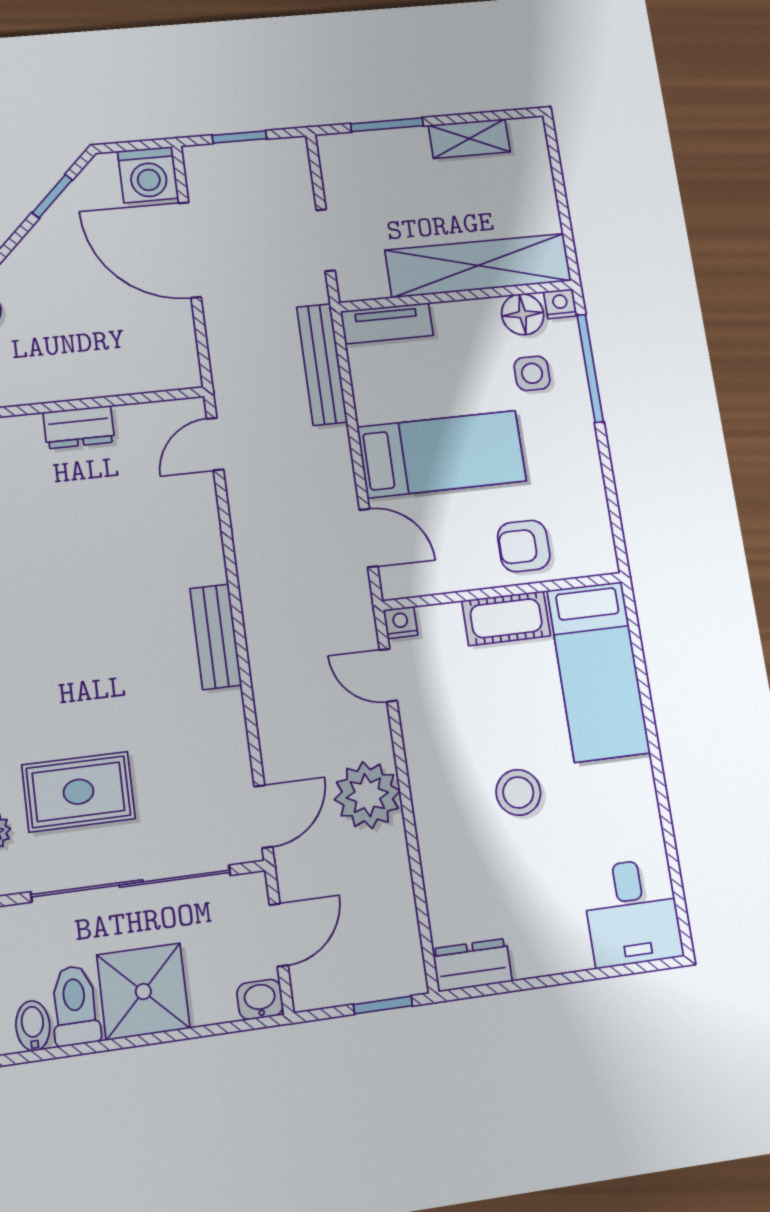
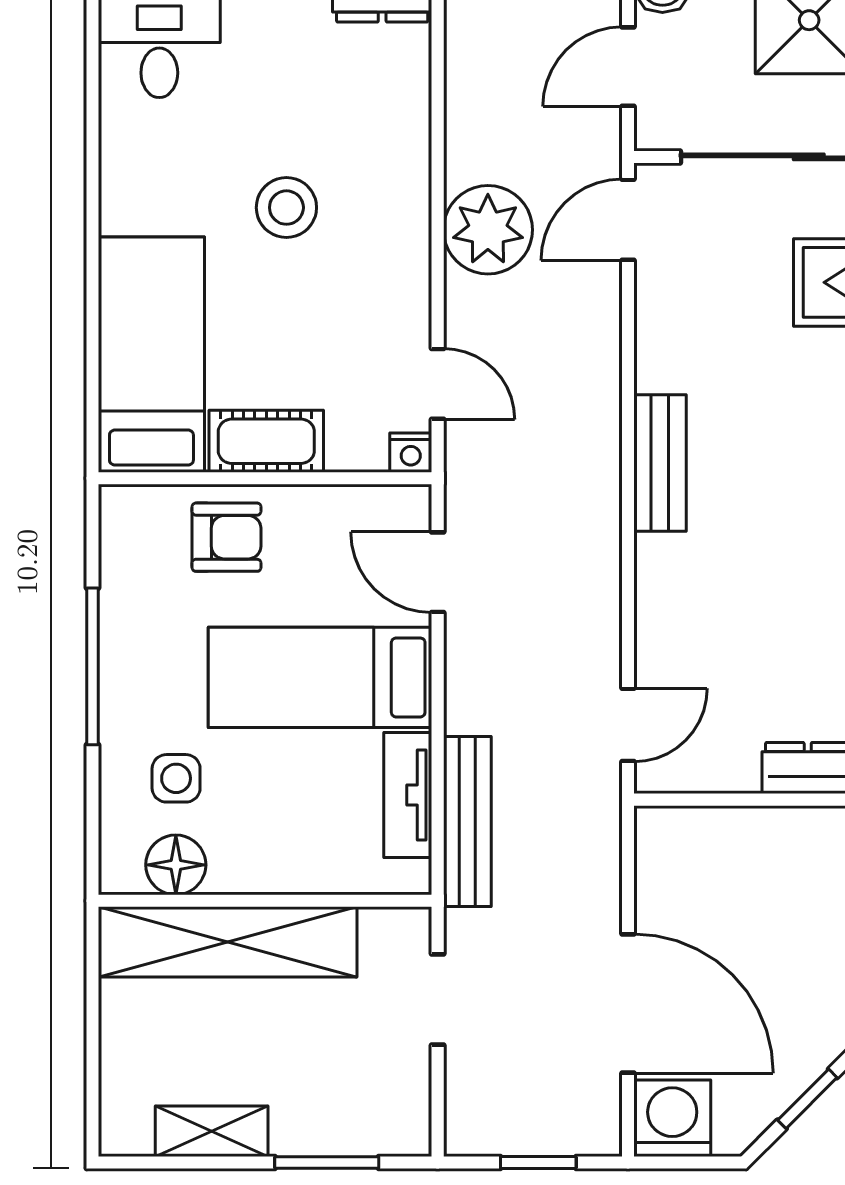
nightstand: (560, 304) -> (120, 875), removed
tv unit: (387, 323) -> (408, 795), moved, turned -90
window: (590, 368) -> (93, 666), moved

